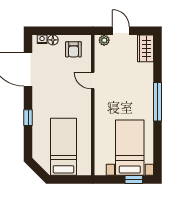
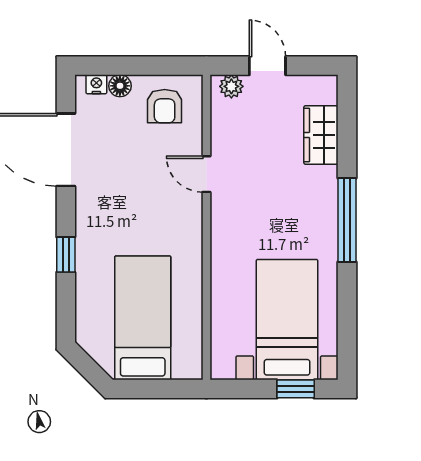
wardrobe: (145, 48) -> (321, 135), moved

